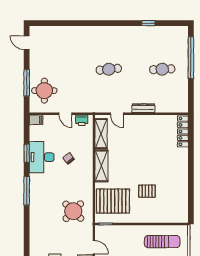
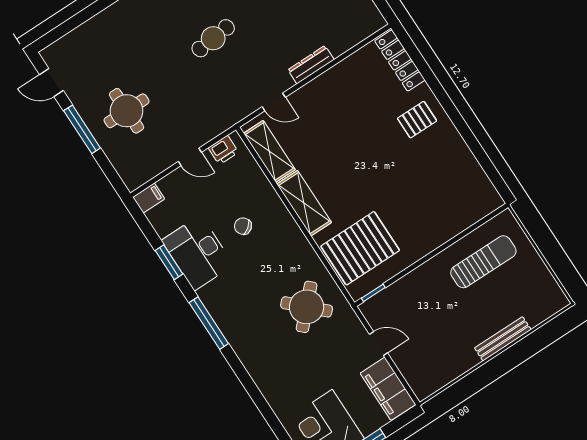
window: (27, 83) -> (82, 129), moved
round table: (44, 91) -> (127, 111), moved
pallet: (147, 191) -> (417, 120), moved

